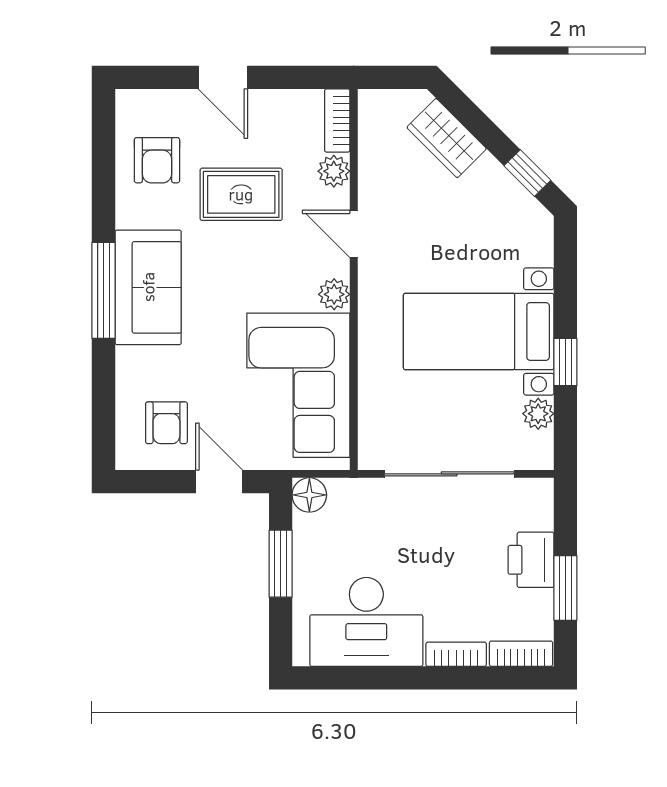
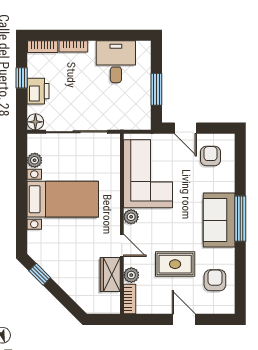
wardrobe: (447, 138) -> (110, 274), moved, turned -135
window: (565, 362) -> (22, 185), removed
floor lamp: (309, 495) -> (35, 122), moved
window: (565, 588) -> (22, 78), width x0.67
desk: (366, 622) -> (116, 62), width x0.73

